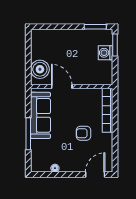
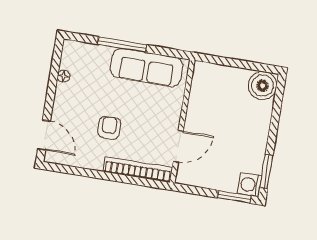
washing machine: (105, 53) -> (250, 185), moved, turned -90
boiler: (40, 69) -> (263, 86), moved
door: (62, 87) -> (178, 146), moved

